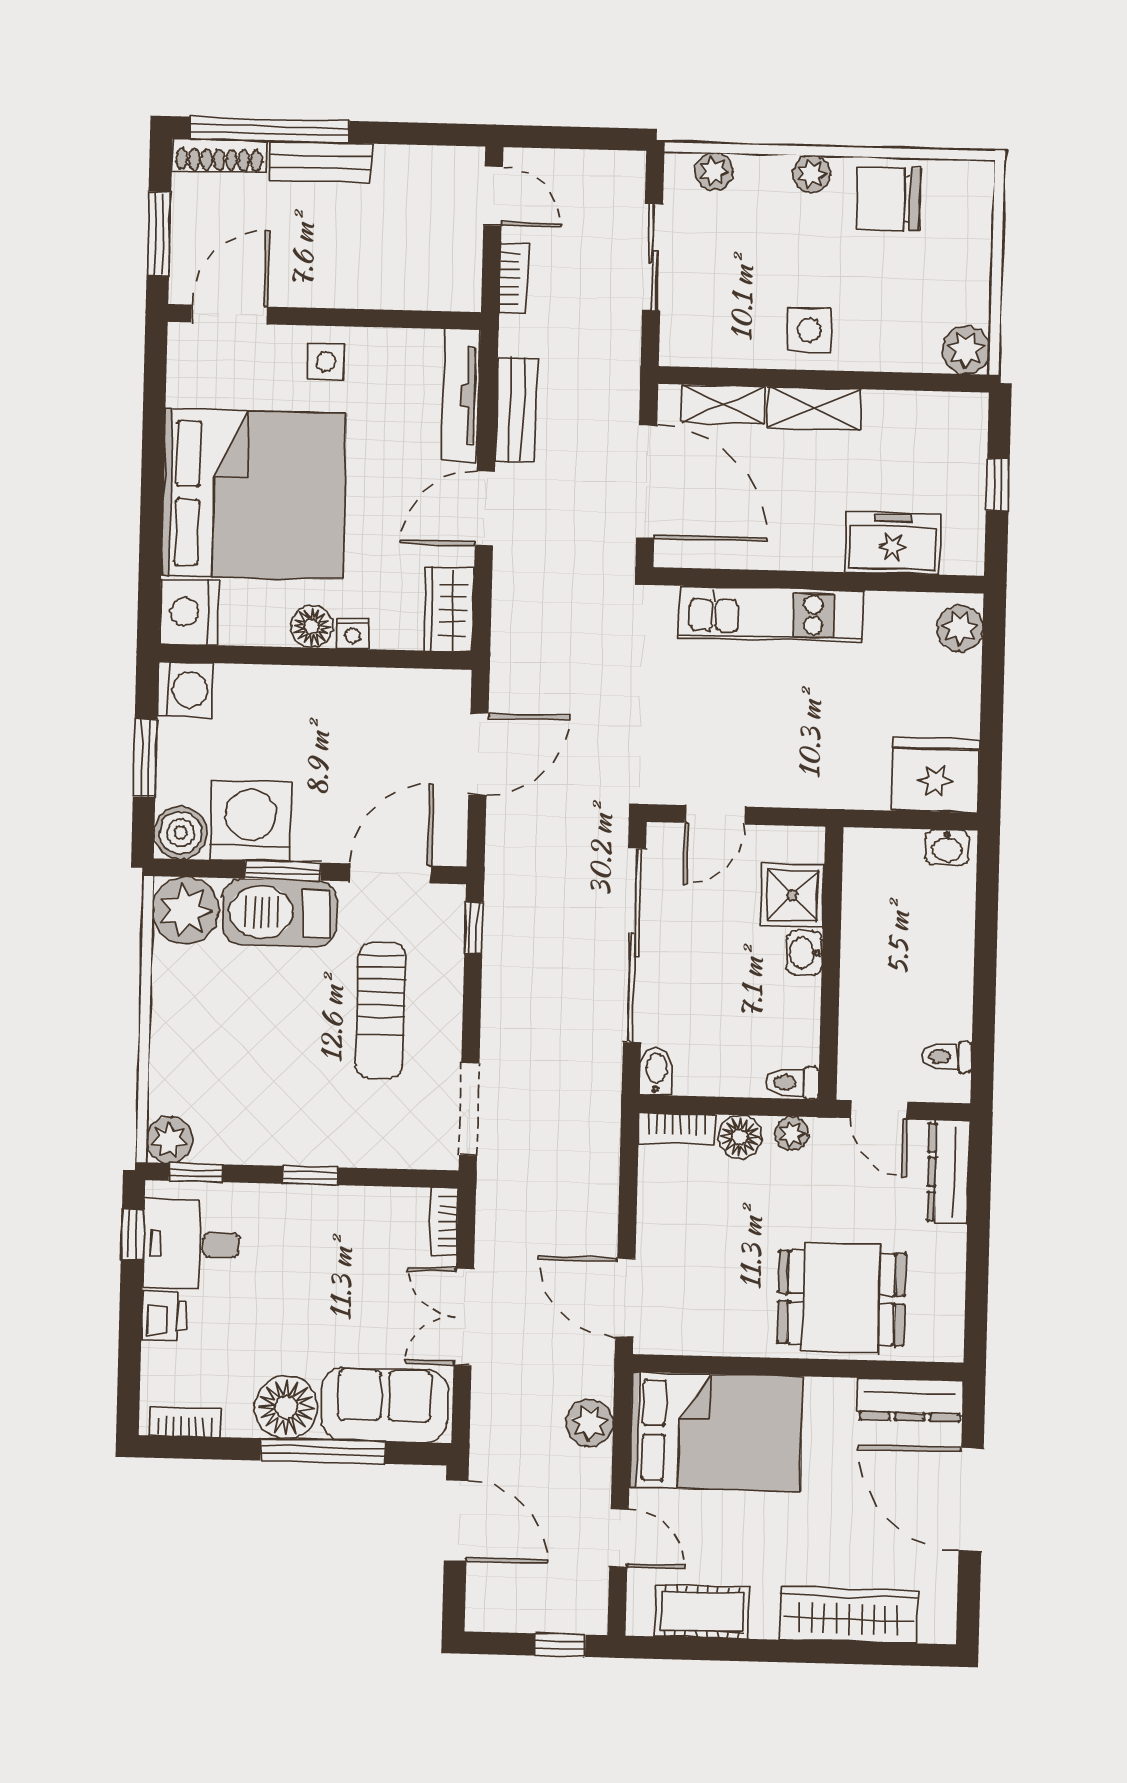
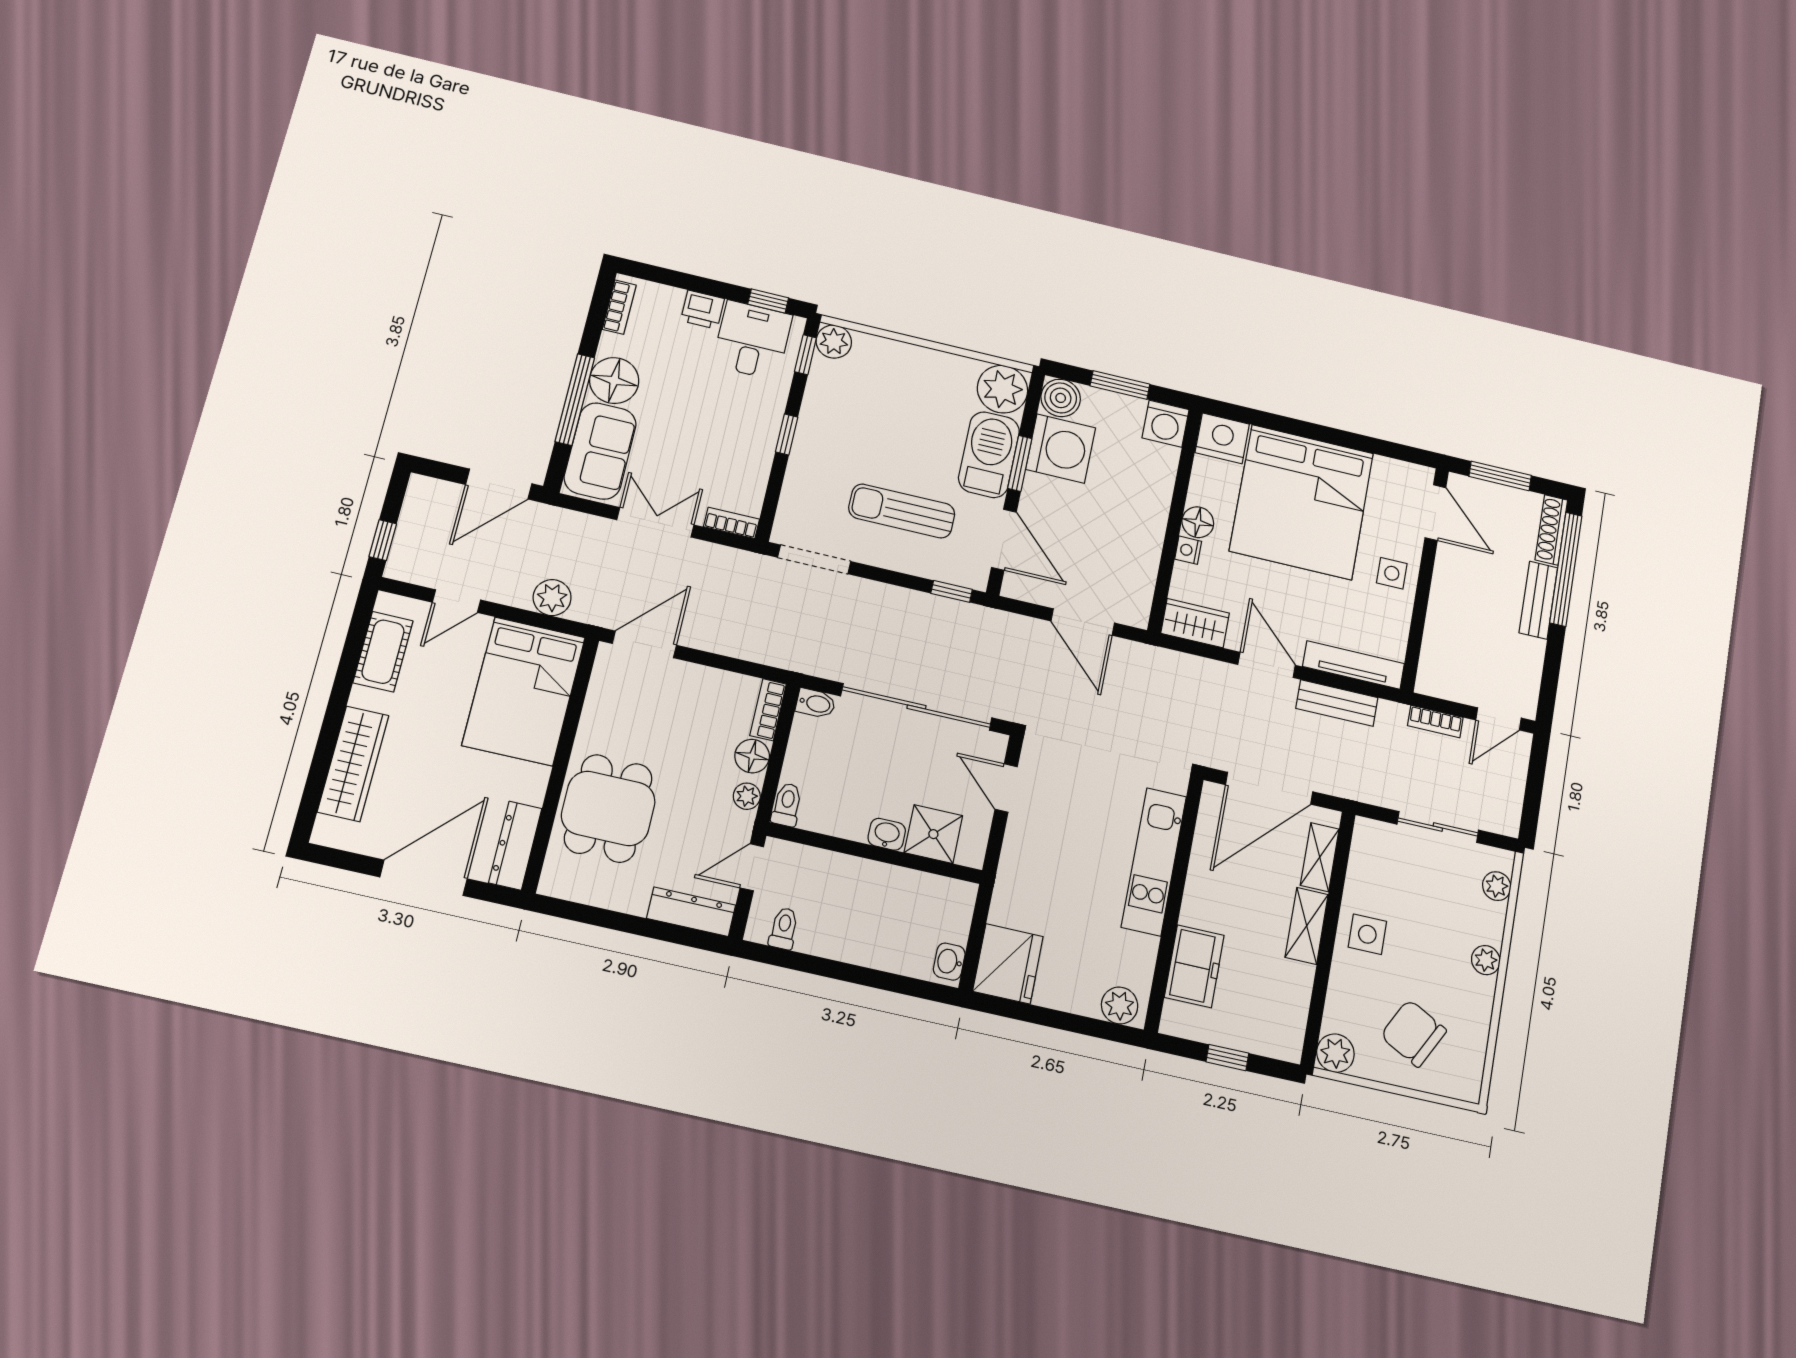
chair: (888, 199) -> (1413, 1033), moved, turned -62

